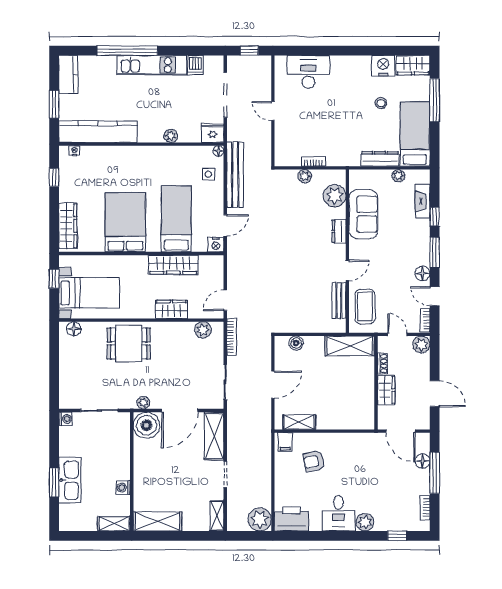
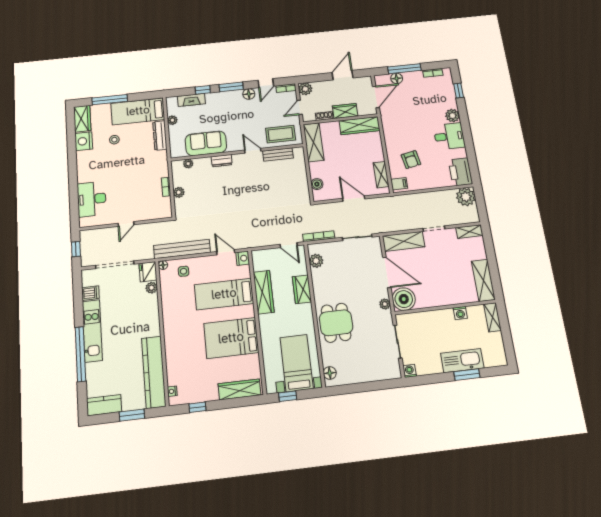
plant: (171, 136) -> (152, 288), moved
plant: (335, 196) -> (188, 164), width x0.53, depth x0.53
wardrobe: (365, 405) -> (360, 126), added

